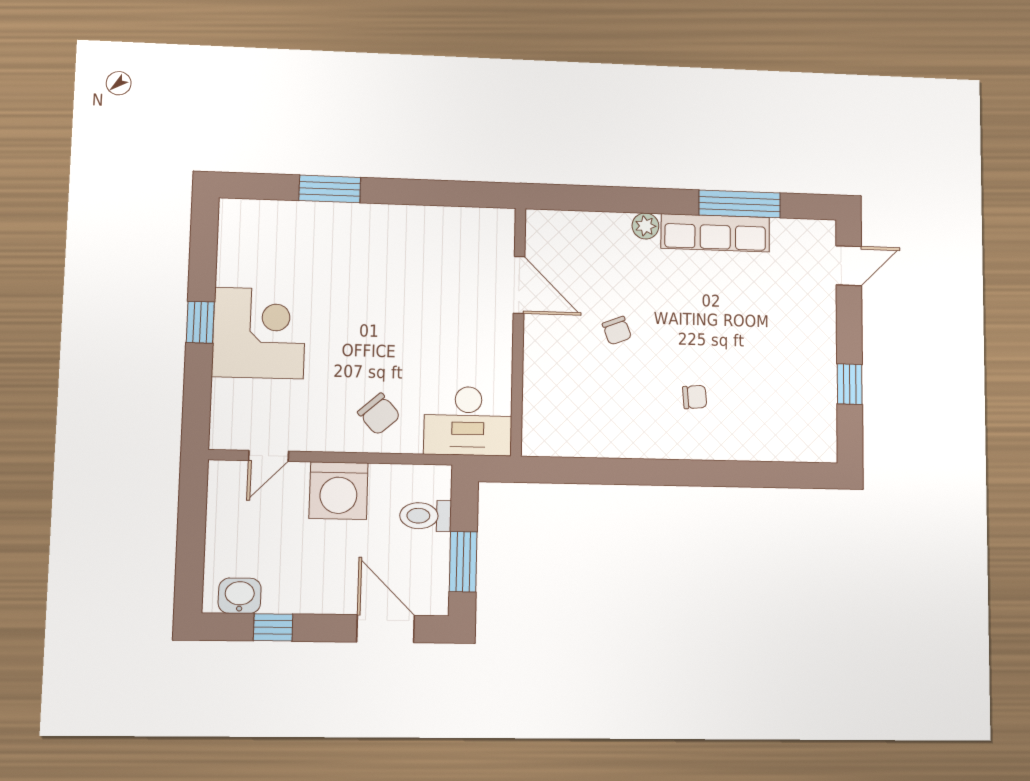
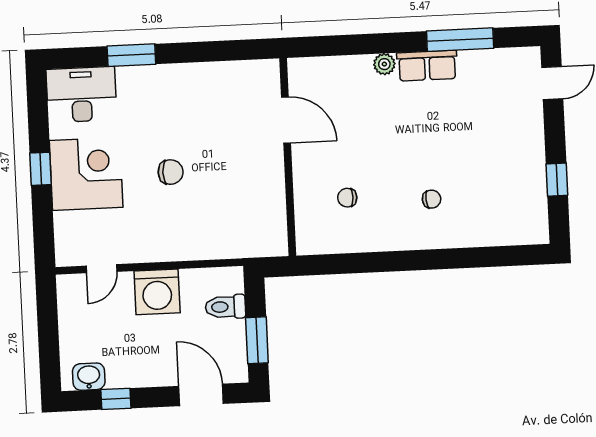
row of seats: (715, 233) -> (427, 66), width x0.68
chair: (617, 331) -> (347, 198), moved, turned 111
chair: (379, 414) -> (171, 172), moved, turned -49
desk: (468, 421) -> (81, 95), moved, turned 180

